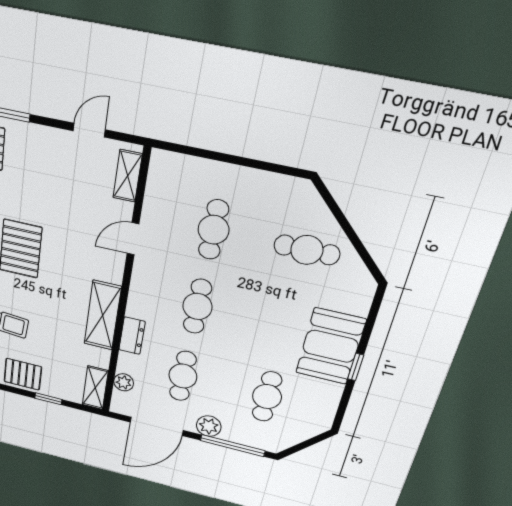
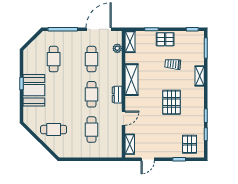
dresser: (132, 336) -> (117, 95), moved
plant: (209, 426) -> (75, 36), removed

